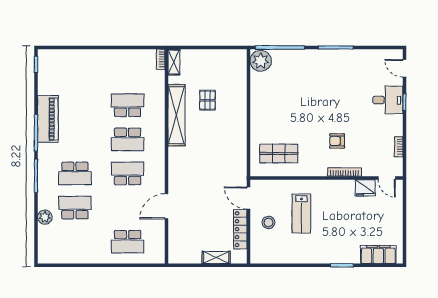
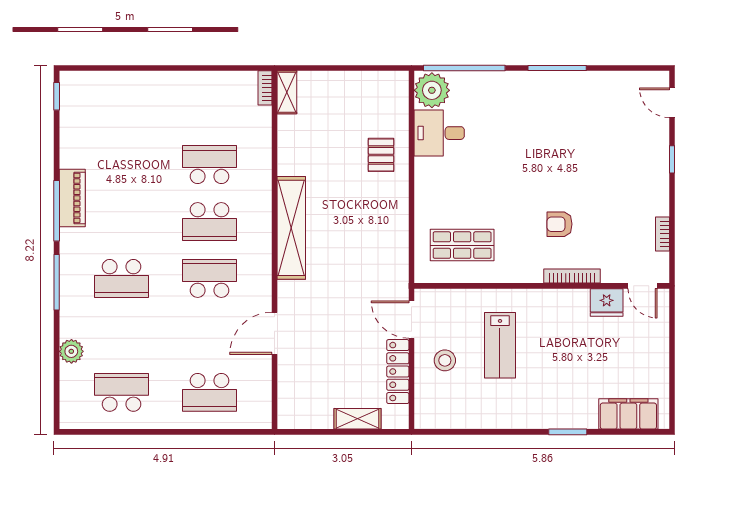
pallet: (207, 100) -> (381, 155), moved
desk: (388, 100) -> (439, 133), moved, turned 180
shelving: (176, 115) -> (291, 228), moved
piano: (48, 119) -> (72, 198), width x0.73, depth x0.75
school desk: (75, 208) -> (122, 392), moved

